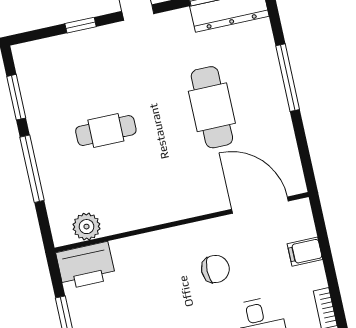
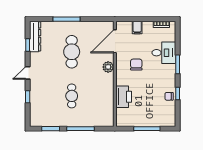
cafe table: (212, 107) -> (72, 52), turned 90
plant: (86, 227) -> (108, 67), moved
printer: (86, 266) -> (124, 97), moved

